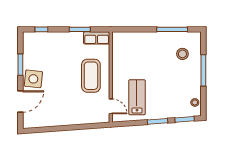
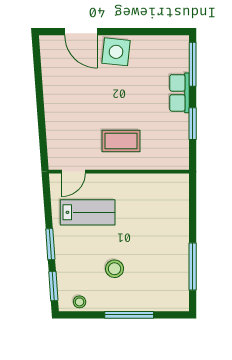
window: (41, 29) -> (193, 64), width x2.17
row of seats: (97, 38) -> (179, 93), moved
stool: (182, 54) -> (115, 269), moved
window: (20, 65) -> (138, 32), removed
coffee table: (91, 76) -> (121, 141), width x0.73, depth x0.76

